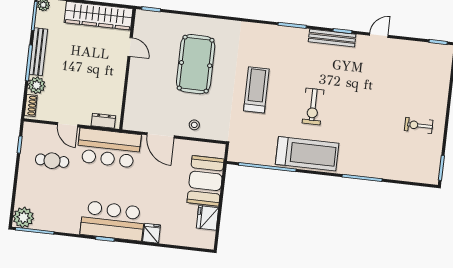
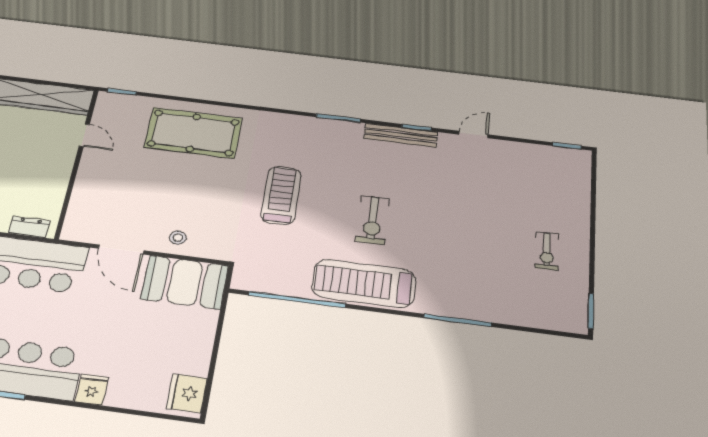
pool table: (196, 64) -> (193, 133), moved, turned 90
exercise bike: (419, 125) -> (547, 251), turned -91
treadmill: (307, 154) -> (364, 283), turned 180
booth: (206, 181) -> (185, 282), moved, turned 90
fridge: (207, 218) -> (187, 393), moved

